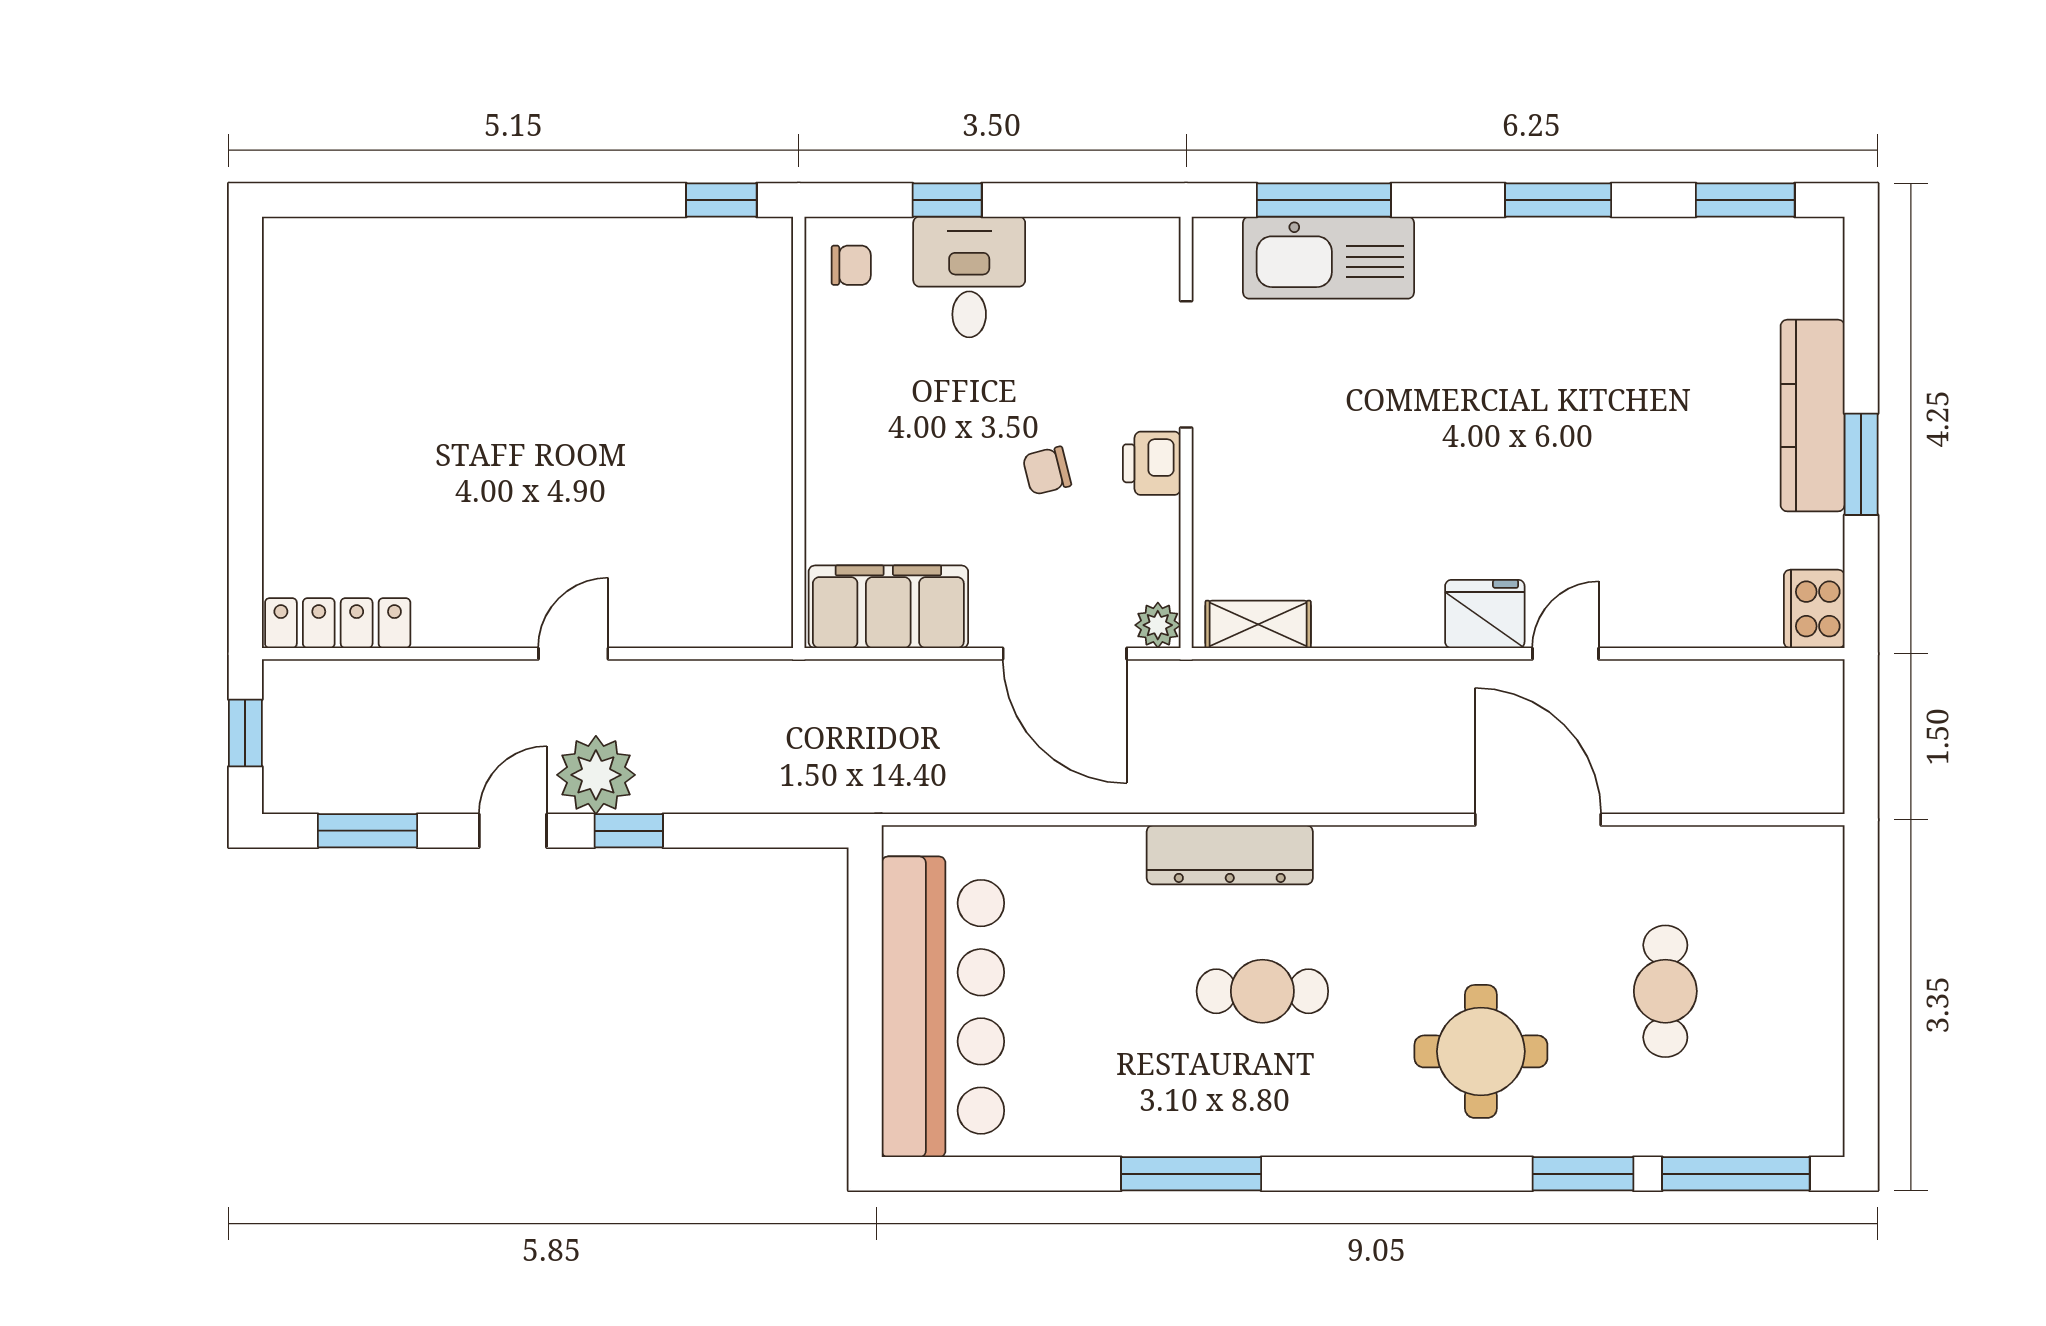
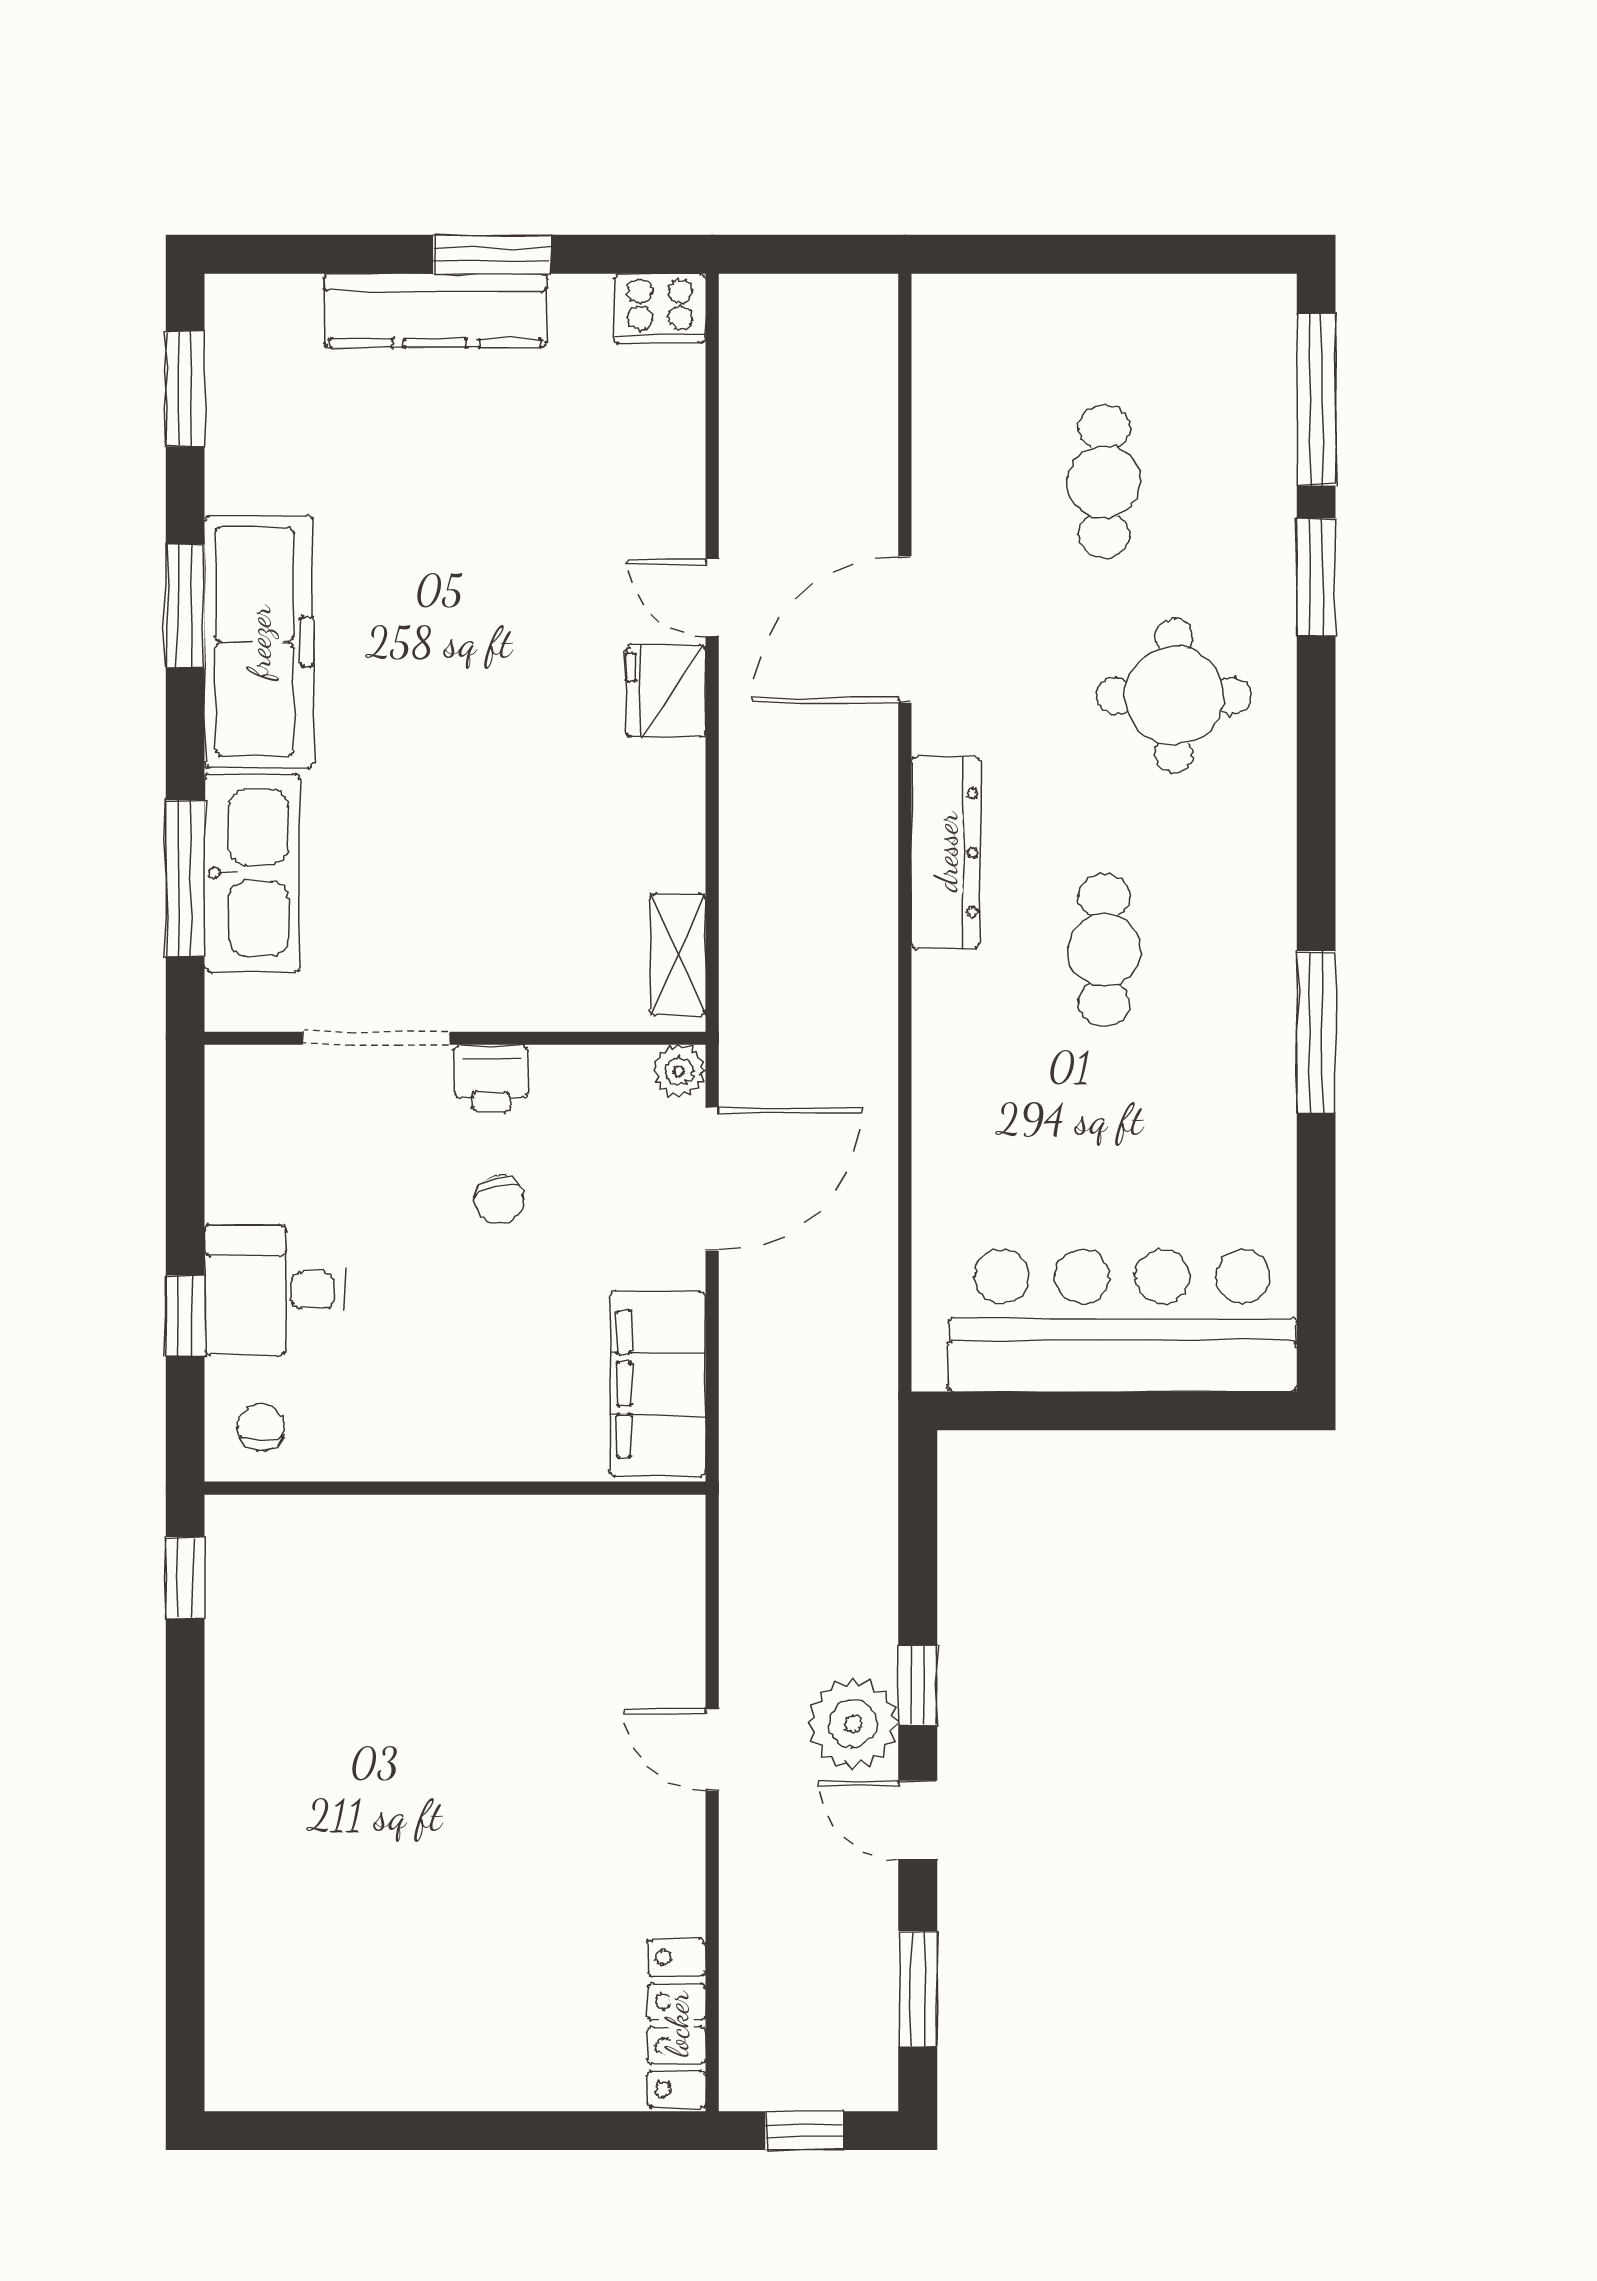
freezer: (1528, 263) -> (259, 642), added
dresser: (1230, 855) -> (946, 852), moved
cafe table: (1665, 991) -> (1104, 482), turned 90

